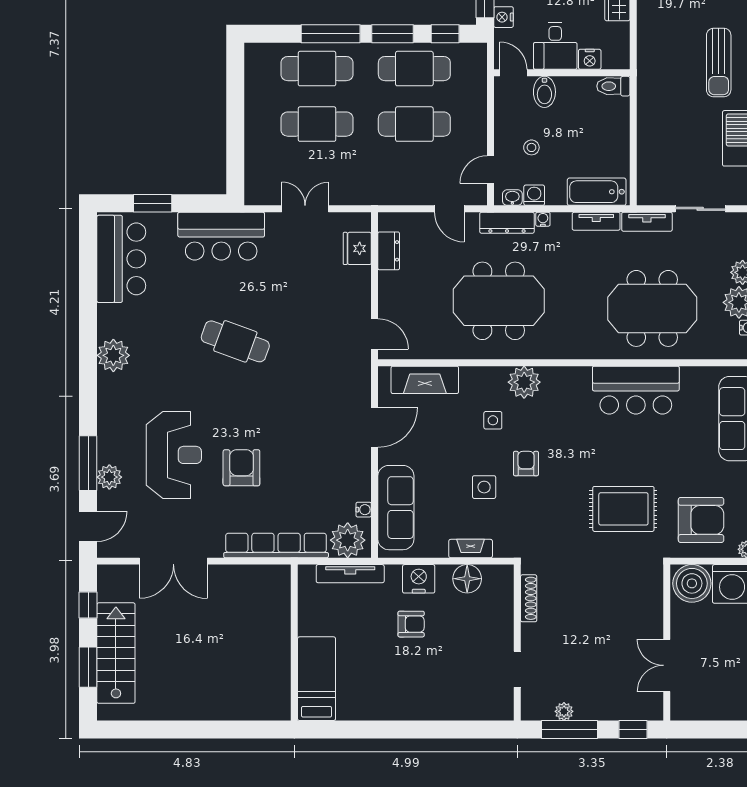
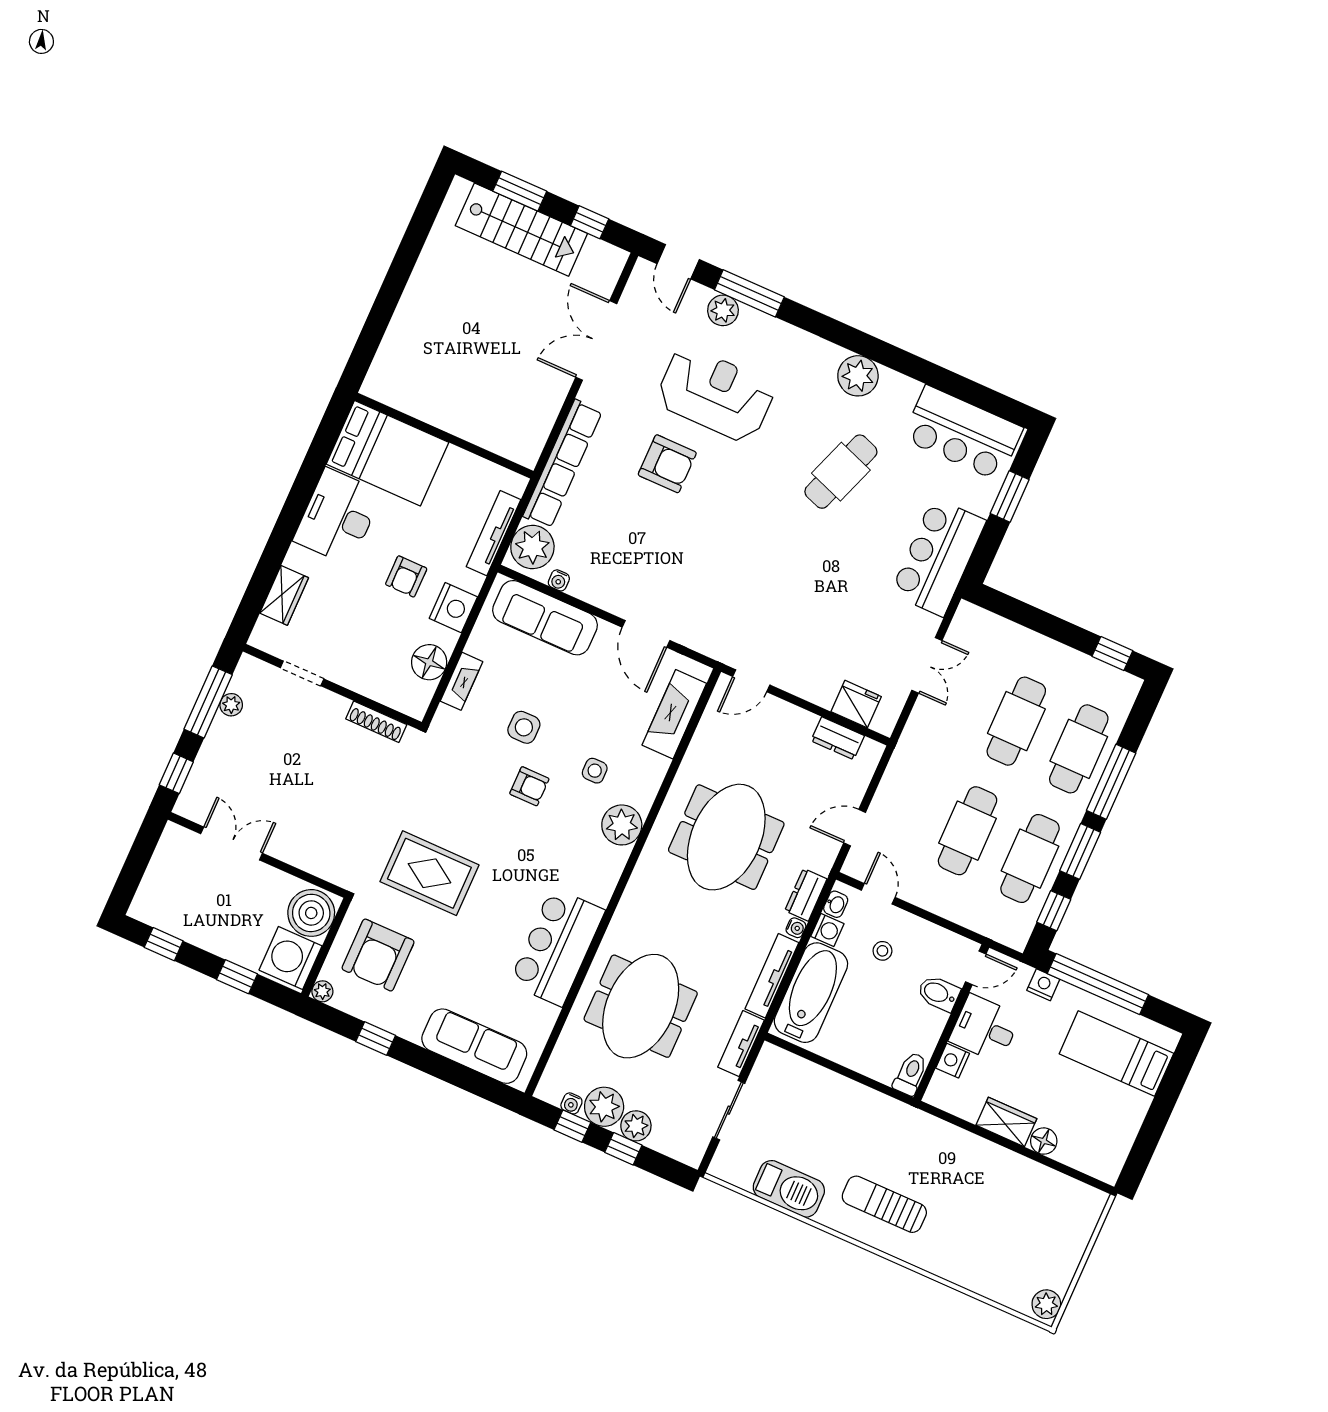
window: (235, 75) -> (1112, 654), added
bathtub: (597, 192) -> (811, 993), width x1.36, depth x1.36
tv unit: (596, 221) -> (772, 976), width x1.41
dresser: (507, 223) -> (806, 895), width x0.70
cafe table: (235, 341) -> (841, 472), moved
reception desk: (174, 455) -> (716, 394), turned 180
rug: (623, 509) -> (429, 873), turned 90
bed: (317, 679) -> (387, 453), width x1.50
desk: (389, 694) -> (338, 516), added
wardrobe: (465, 708) -> (284, 595), added

